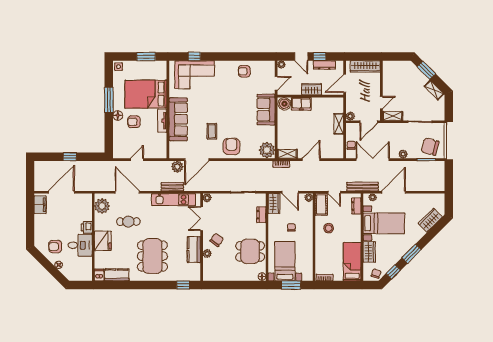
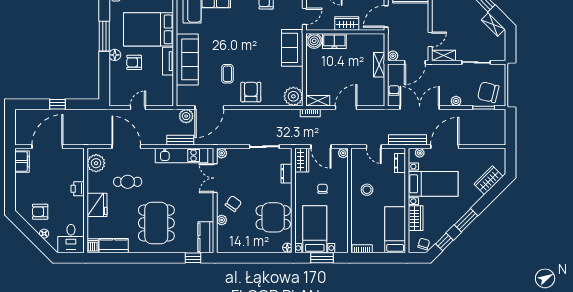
cot: (321, 204) -> (358, 161), removed
desk: (80, 245) -> (71, 239), moved, turned 90
kitchen counter: (194, 250) -> (206, 237), moved

